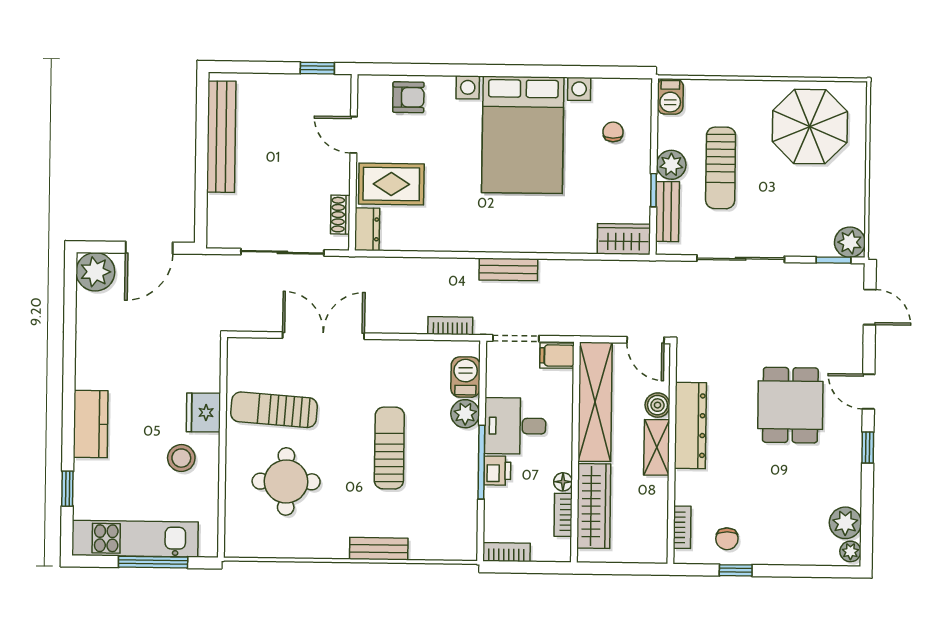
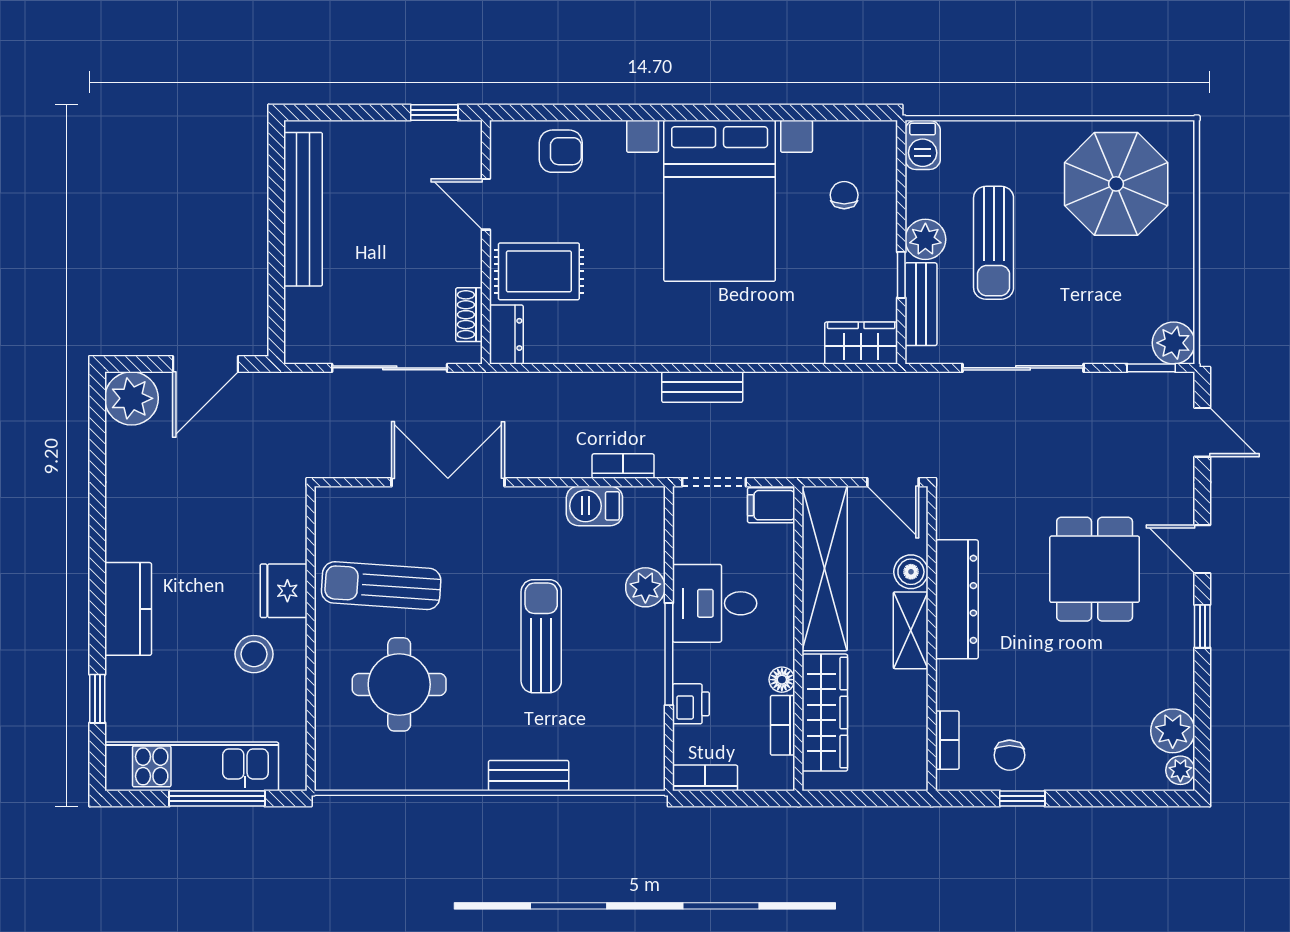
barbecue: (466, 377) -> (594, 506), moved, turned -90
printer: (497, 471) -> (691, 704), moved

